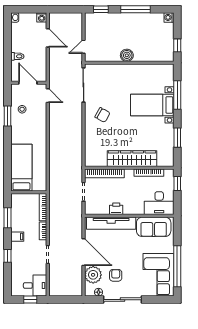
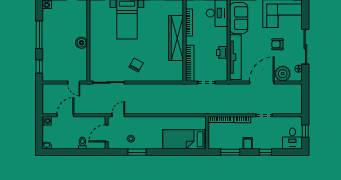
armchair: (116, 275) -> (277, 44), moved
desk: (35, 285) -> (292, 138), moved, turned 180

